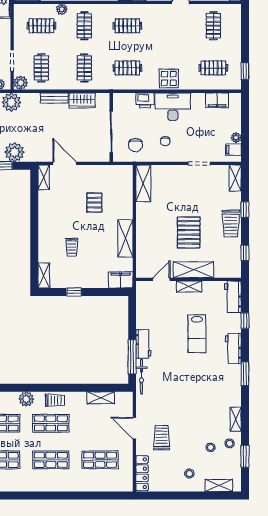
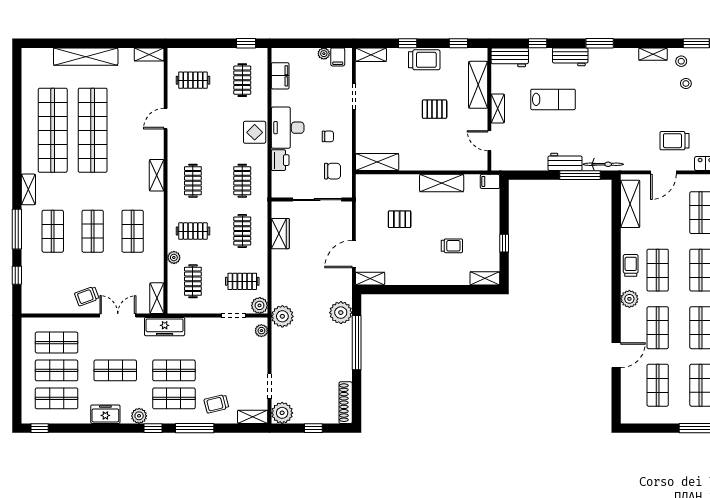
clothes rail: (84, 68) -> (242, 231), turned 90
bench: (54, 98) -> (277, 266), removed
pallet: (189, 232) -> (435, 109), width x0.67, depth x0.71
shelving: (194, 270) -> (478, 85), moved
filing cabinet: (121, 280) -> (490, 181), width x0.50
shelving: (101, 398) -> (630, 204), width x1.50, depth x1.33

